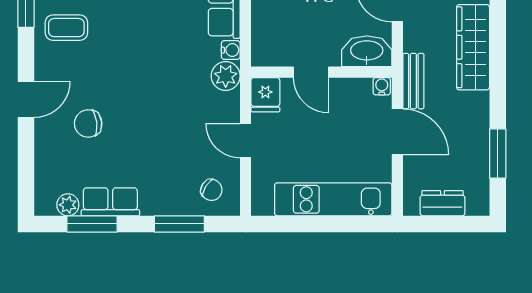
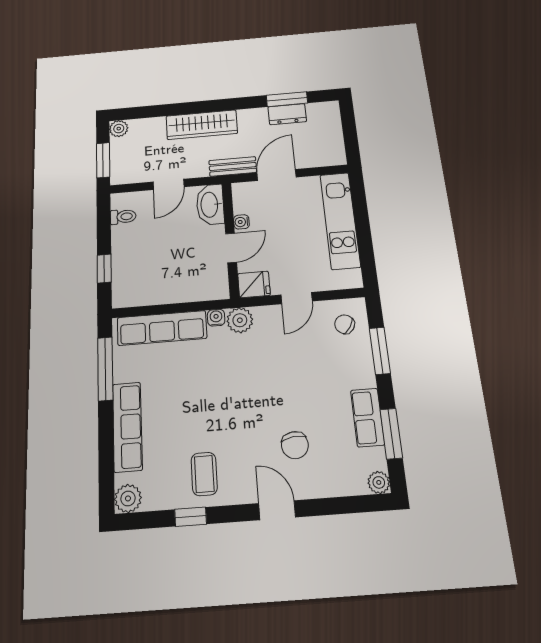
water cooler: (382, 86) -> (241, 222), moved
chair: (211, 190) -> (345, 324), turned -87
dresser: (442, 203) -> (287, 114), moved, turned -90
plant: (68, 205) -> (379, 482), moved

